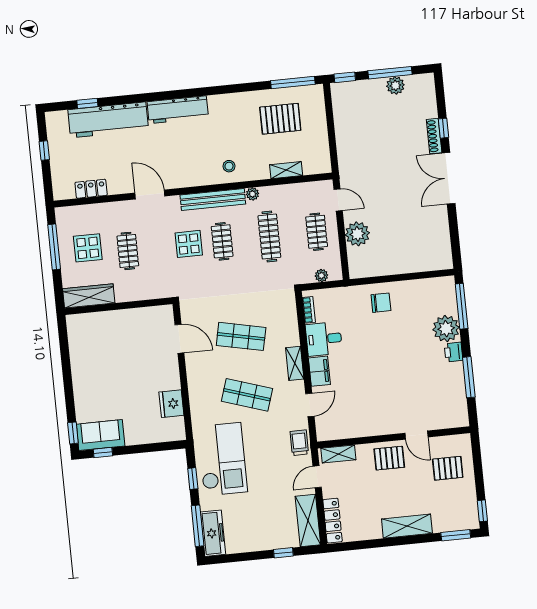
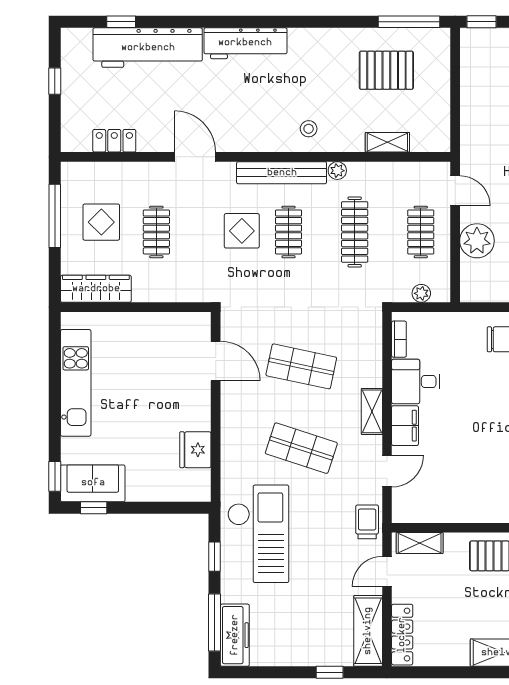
kitchen unit: (81, 365) -> (76, 383), added

